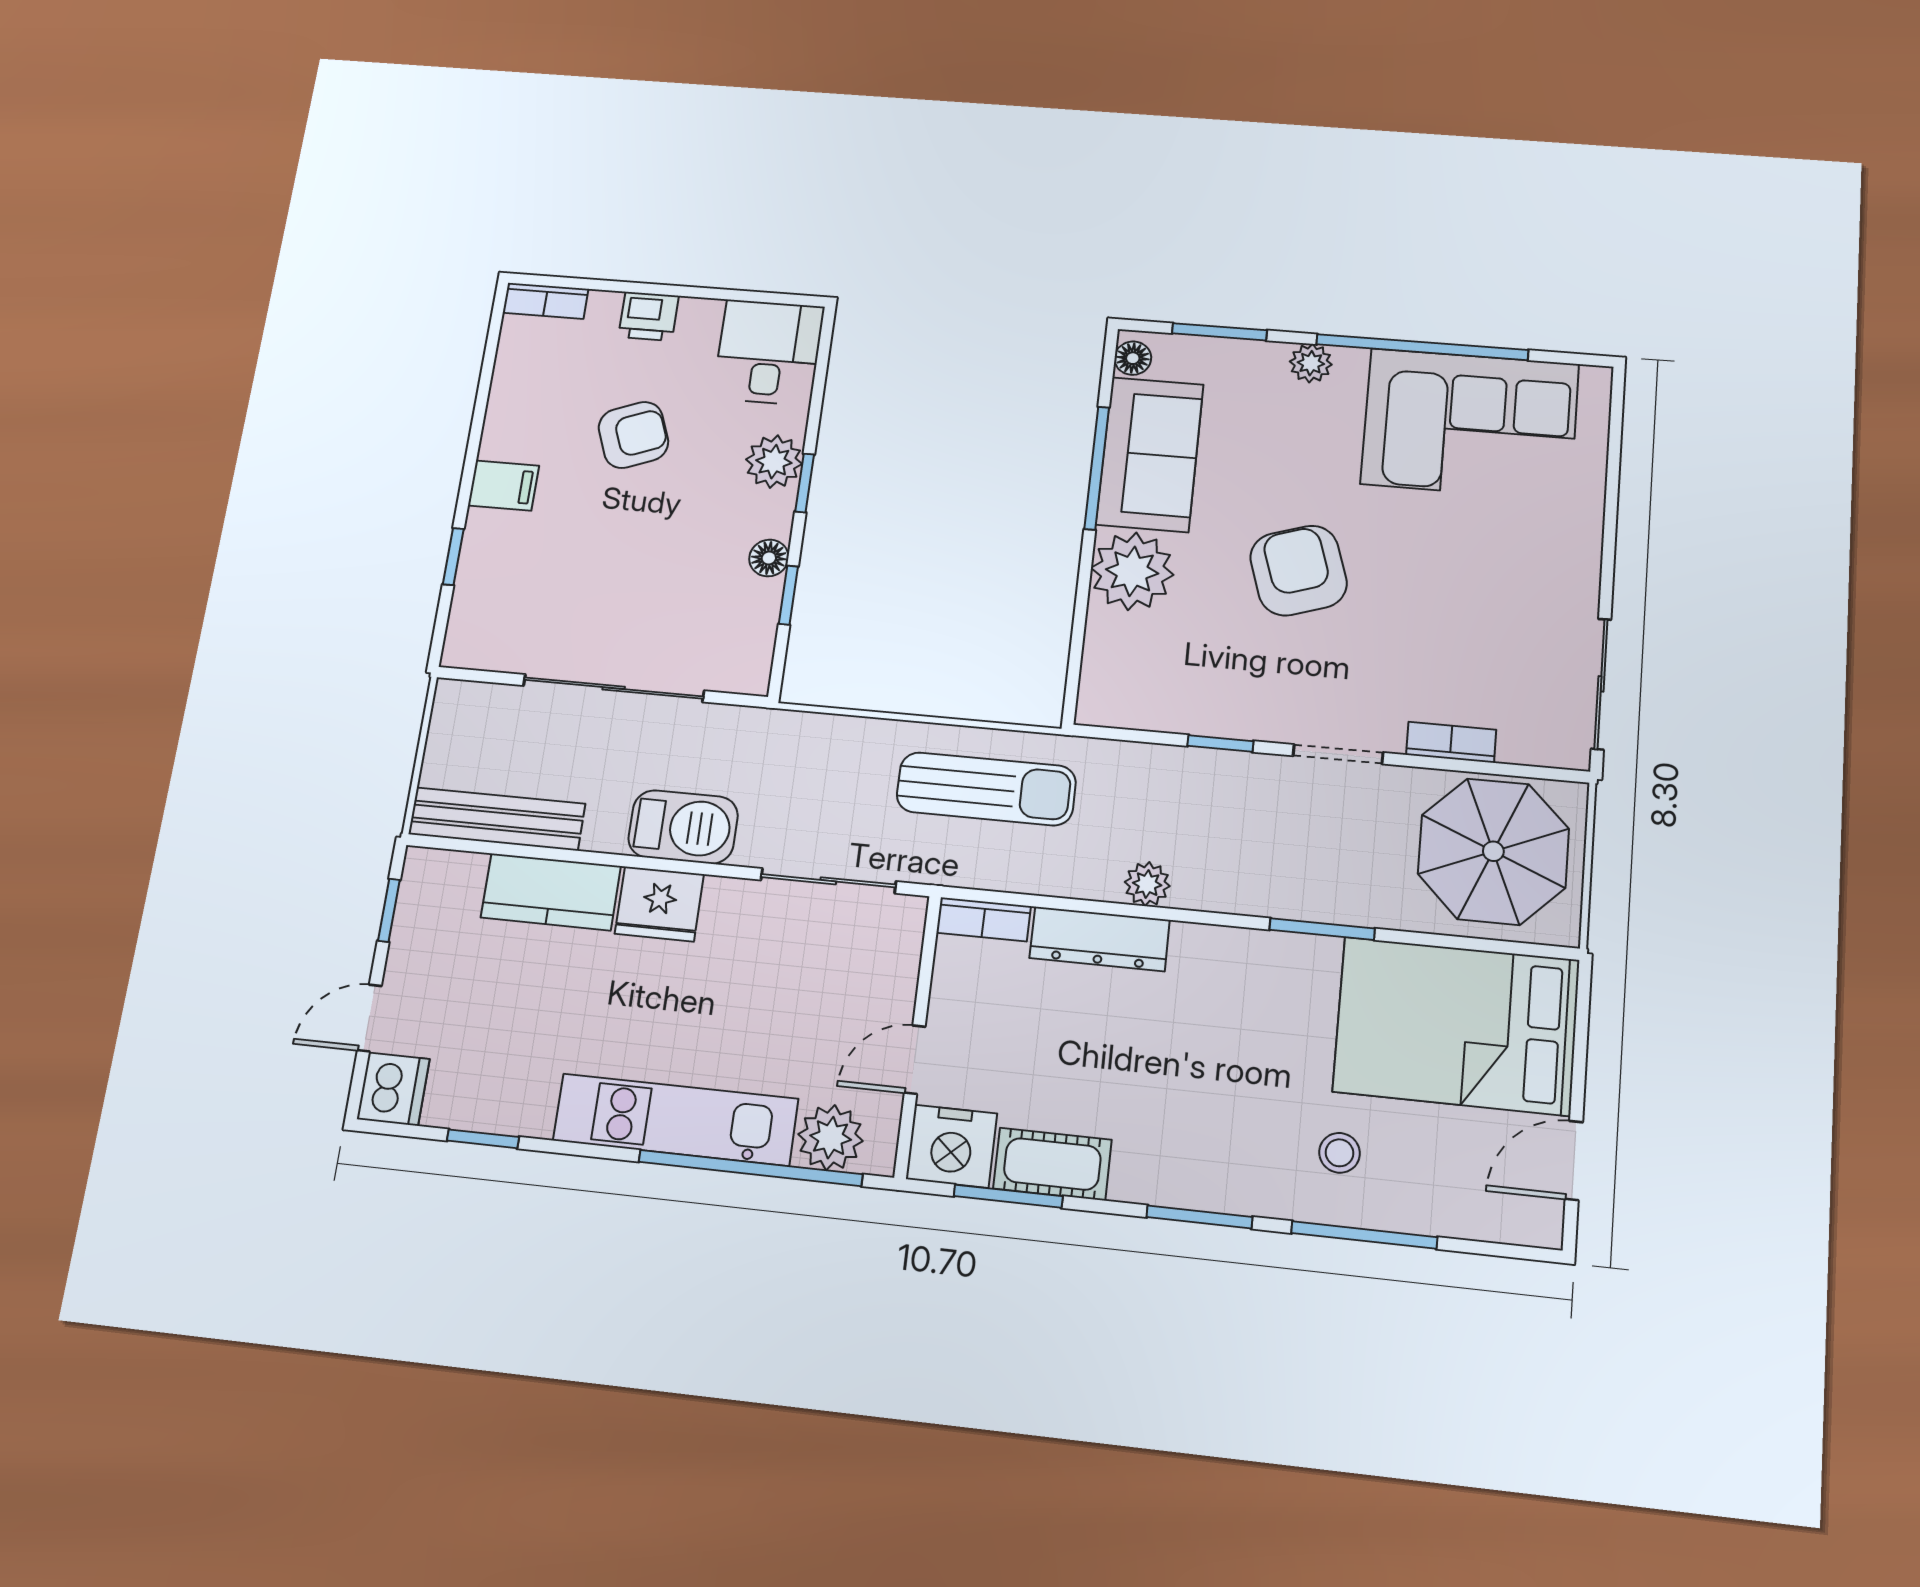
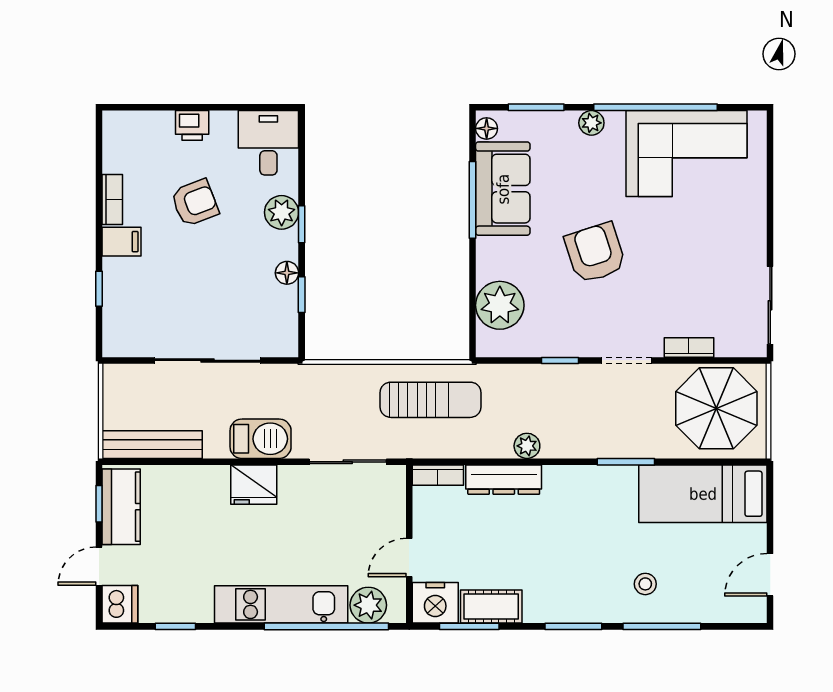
bookcase: (546, 301) -> (112, 199), moved, turned -90
plant: (1132, 571) -> (500, 305), moved
kitchen counter: (551, 892) -> (121, 507), moved, turned -90
bed: (1456, 1026) -> (703, 494), width x0.67

